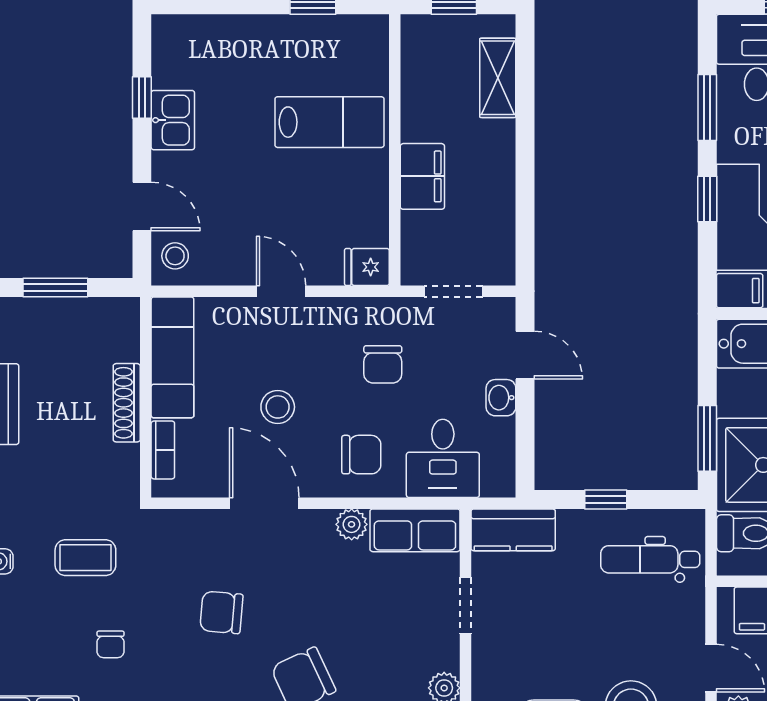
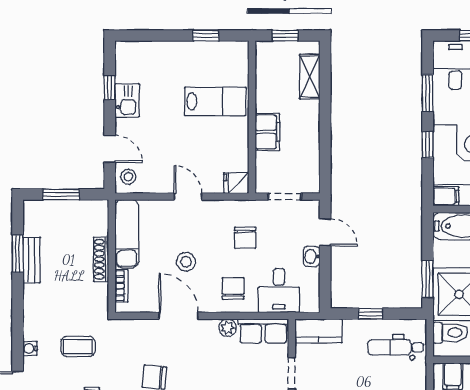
chair: (361, 455) -> (233, 288), turned -90

